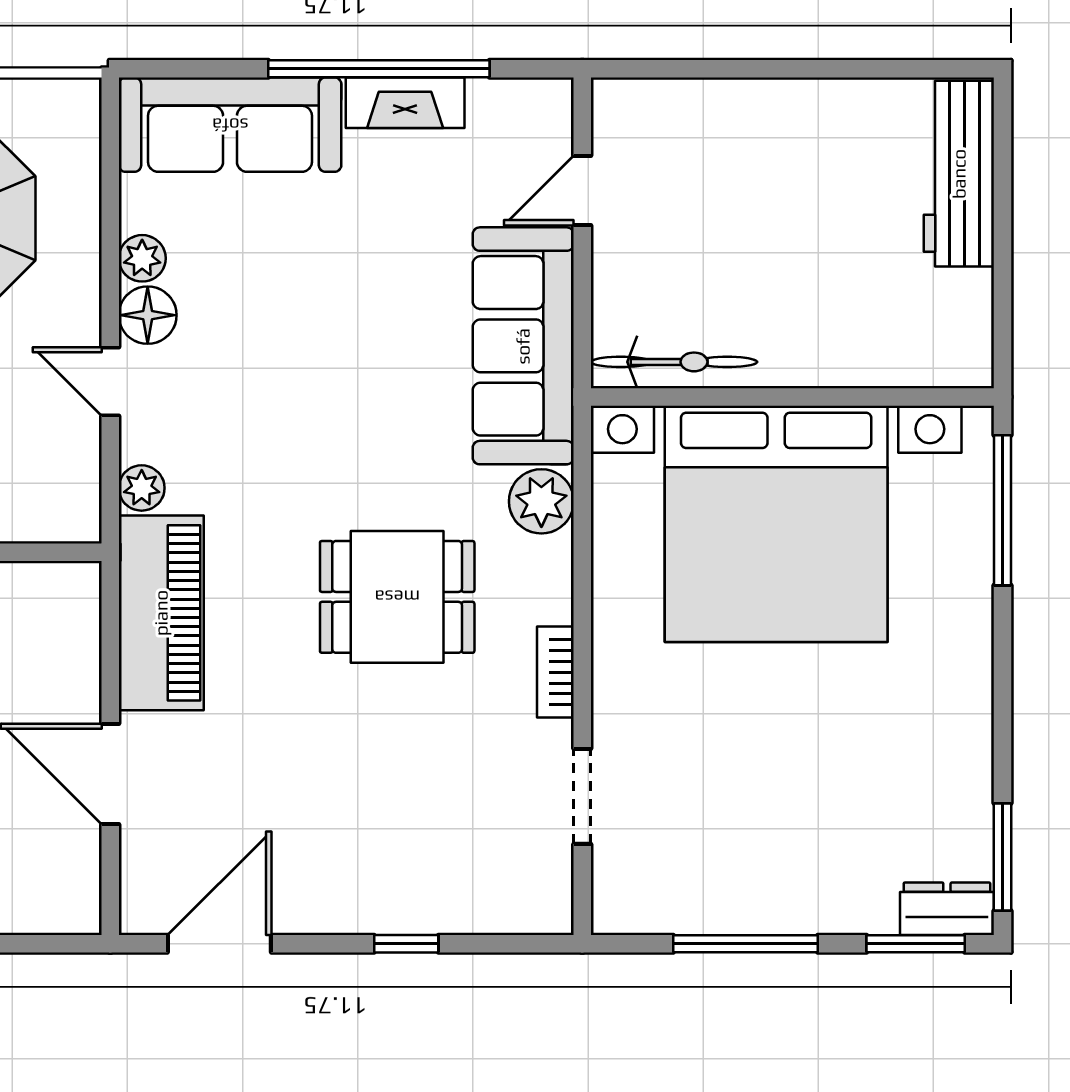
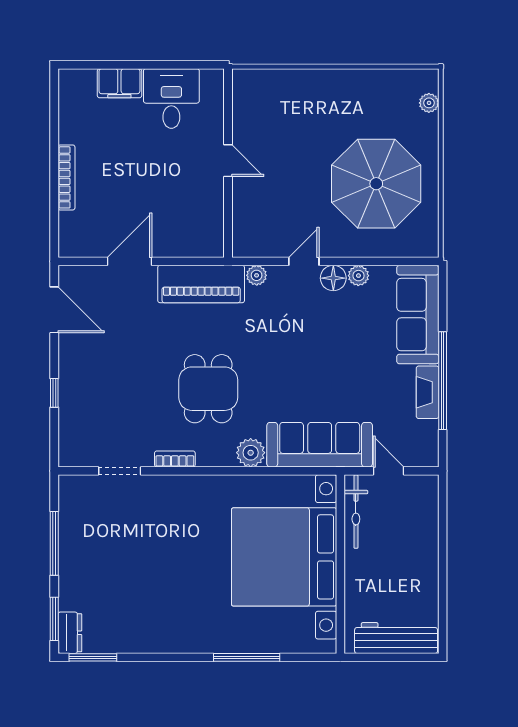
bicycle: (674, 362) -> (356, 512), moved
wall: (792, 397) -> (340, 564), moved
bed with nightstands: (776, 524) -> (284, 557), moved

